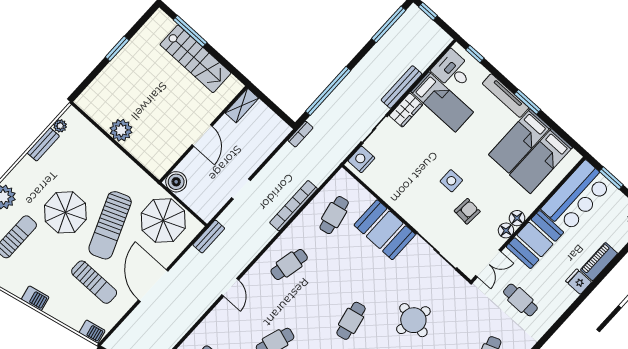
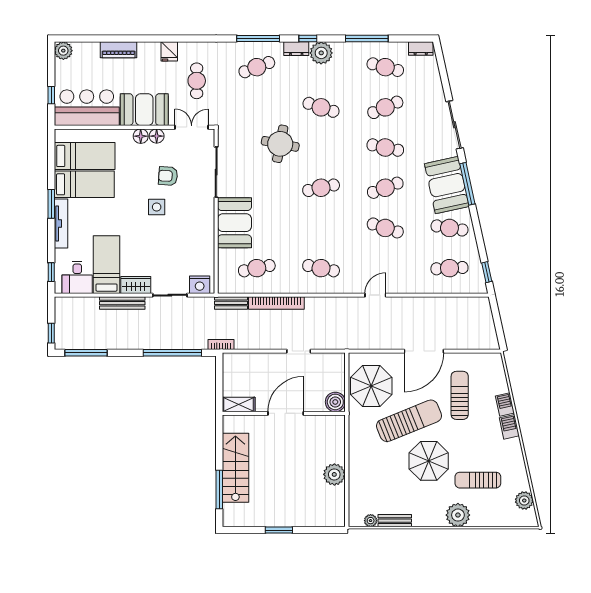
door: (202, 136) -> (286, 413), width x1.36
window: (611, 178) -> (51, 95), width x0.67
bench: (209, 237) -> (231, 303), moved
fridge: (579, 282) -> (169, 51), moved
barbecue: (92, 332) -> (505, 404), moved

